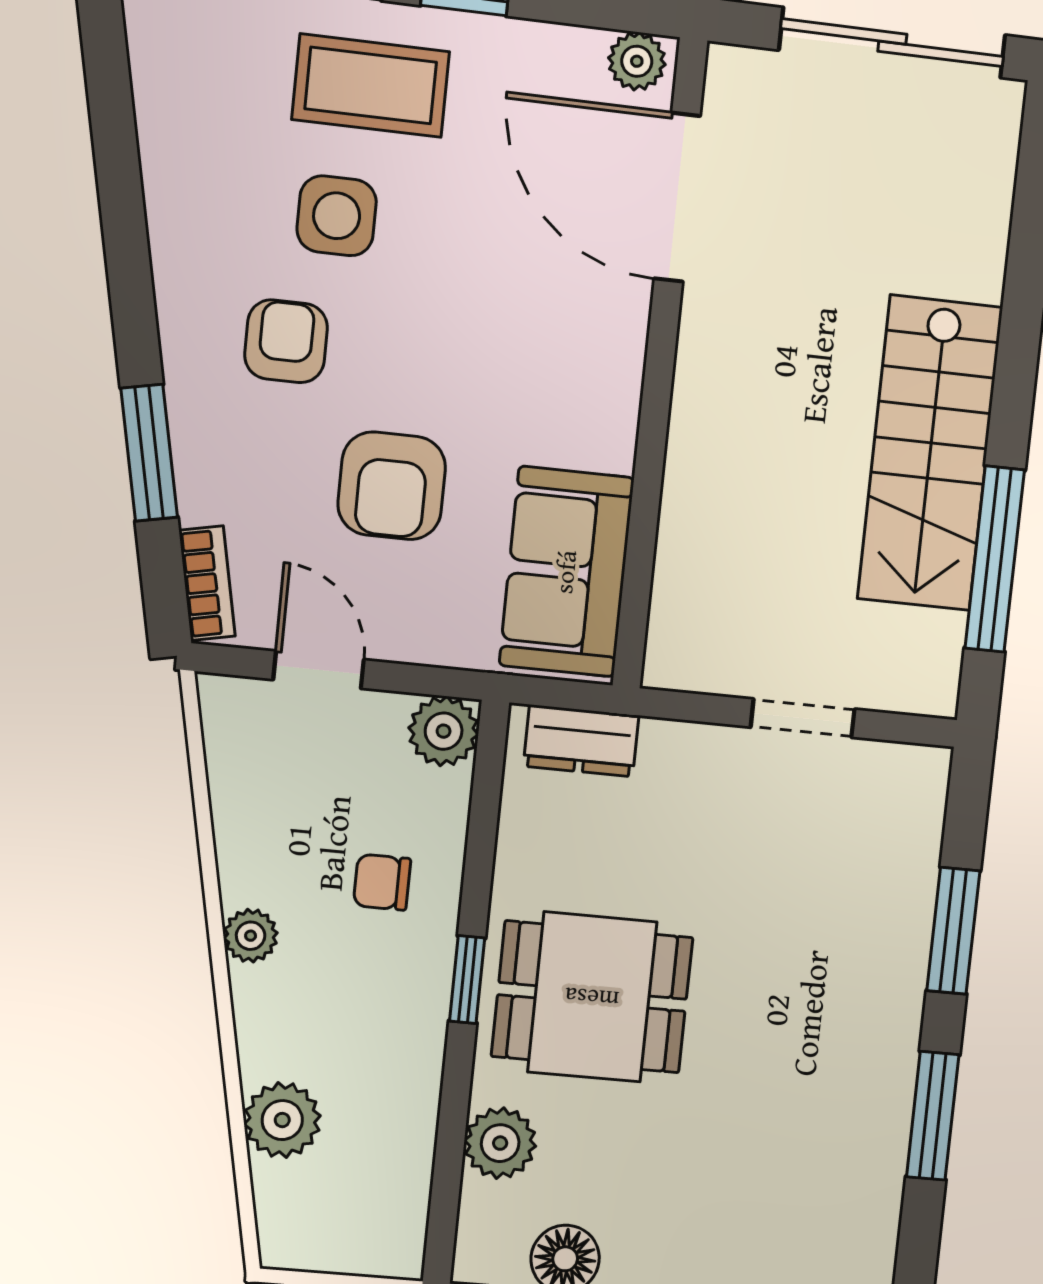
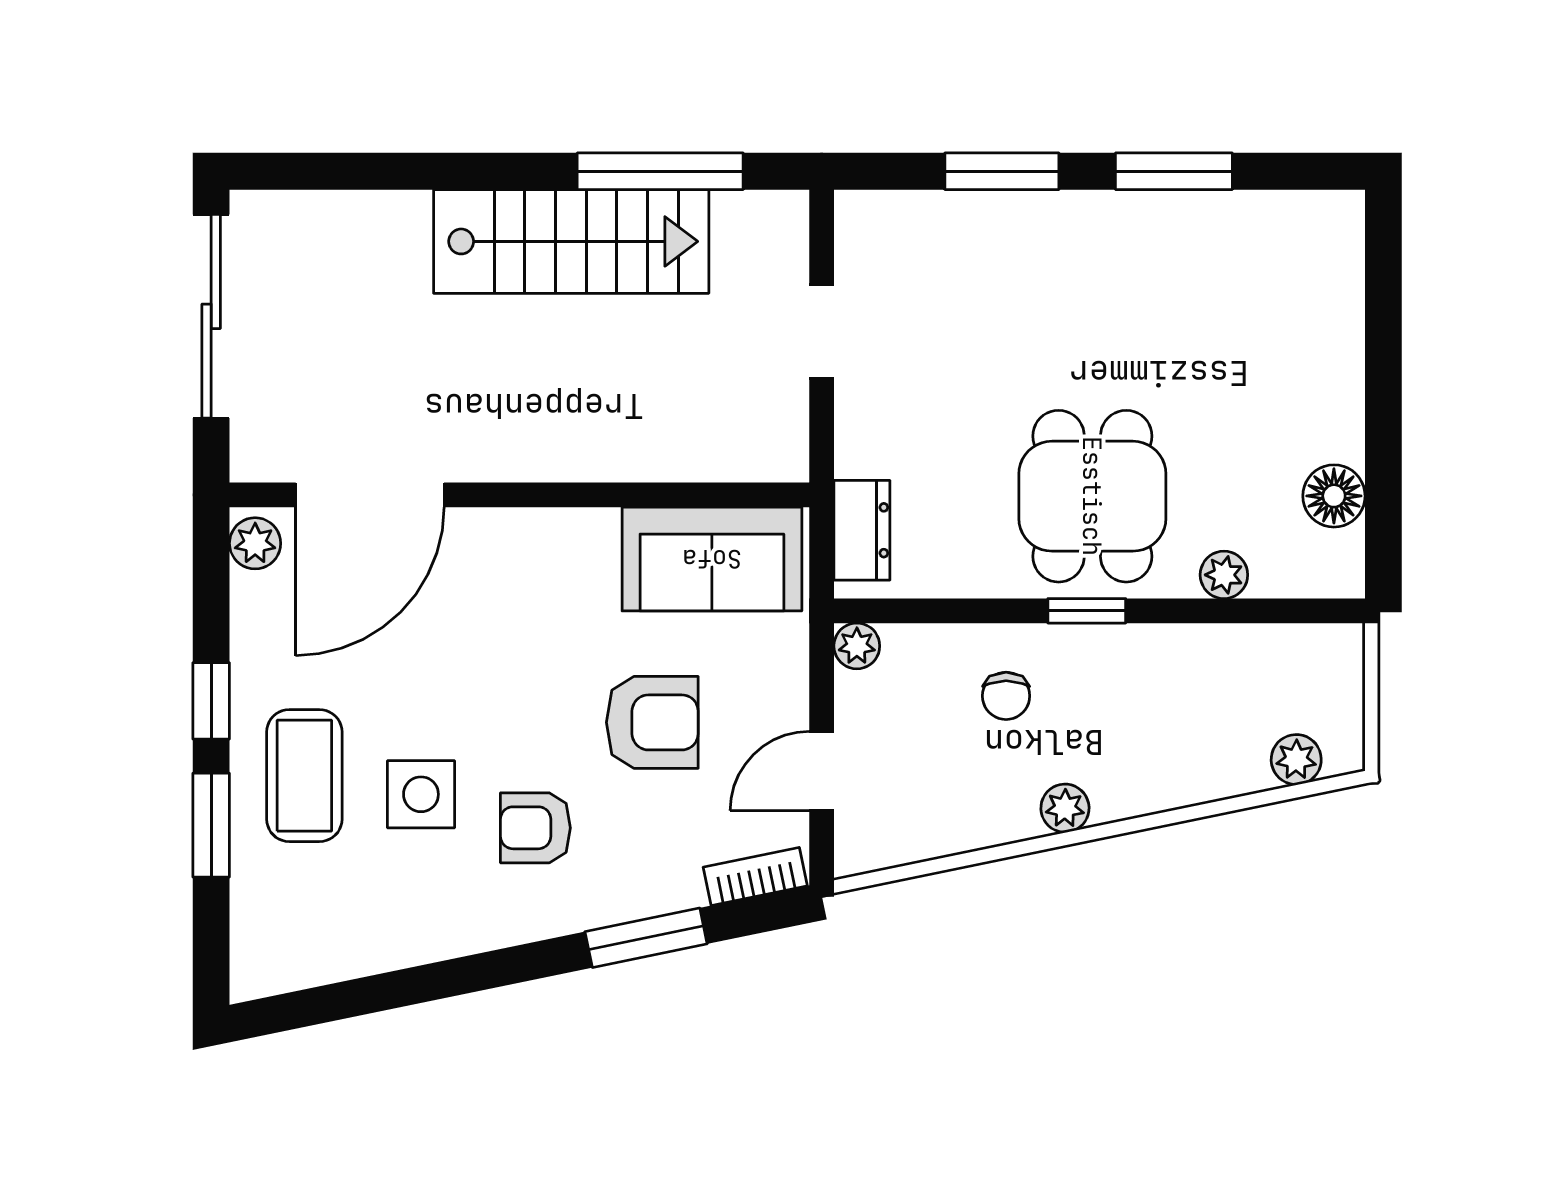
plant: (444, 731) -> (857, 646), width x0.73, depth x0.73
plant: (282, 1120) -> (1296, 760), moved, width x0.73, depth x0.73
plant: (500, 1143) -> (1224, 575), width x0.73, depth x0.73

